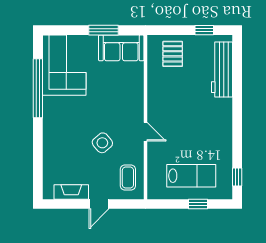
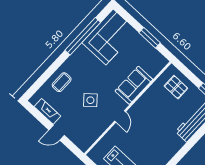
sofa: (121, 48) -> (134, 85), moved, turned 90
pallet: (173, 54) -> (176, 87), turned 90
coffee table: (128, 178) -> (62, 82), moved

